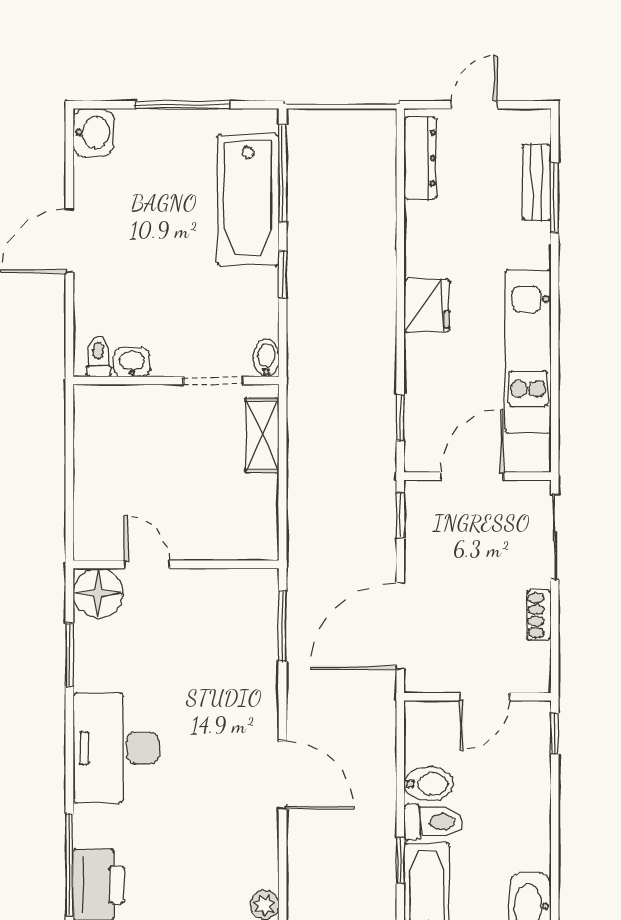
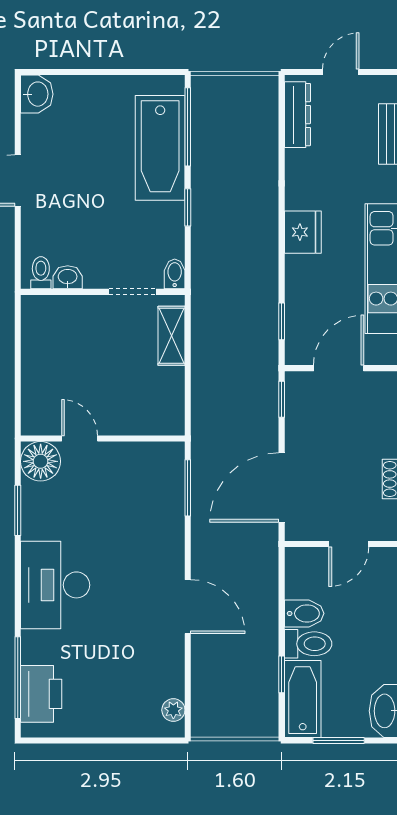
window: (182, 105) -> (108, 72), removed

